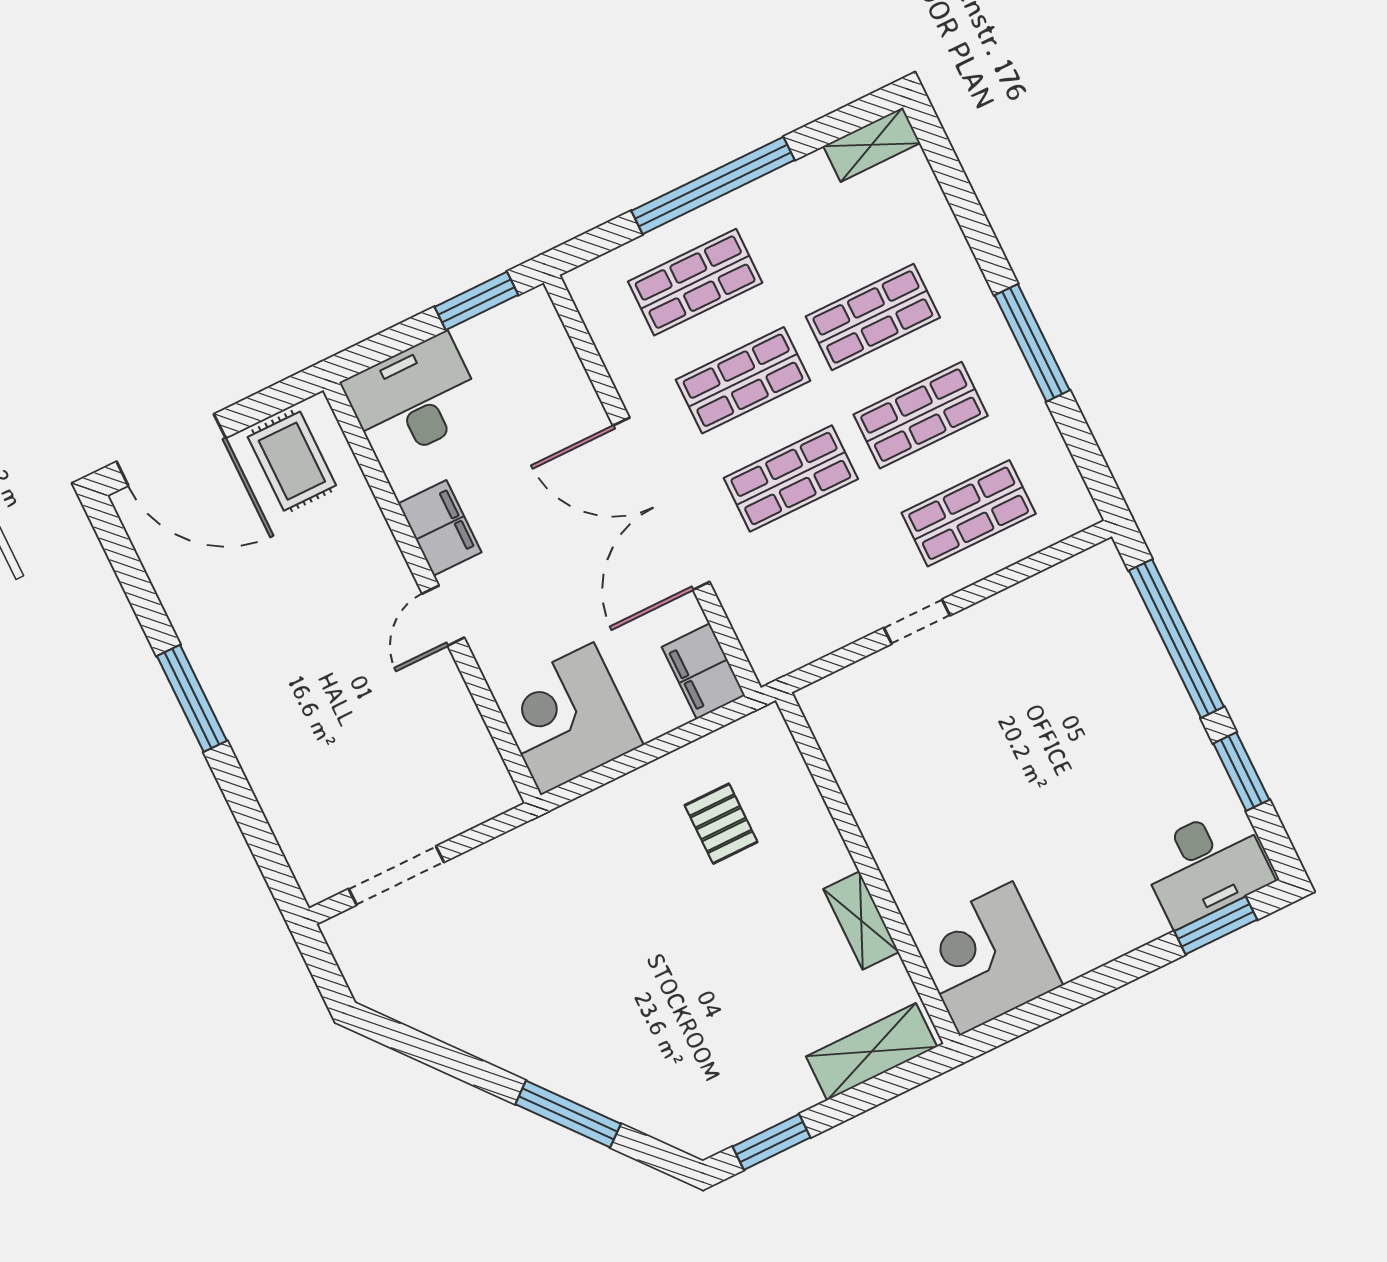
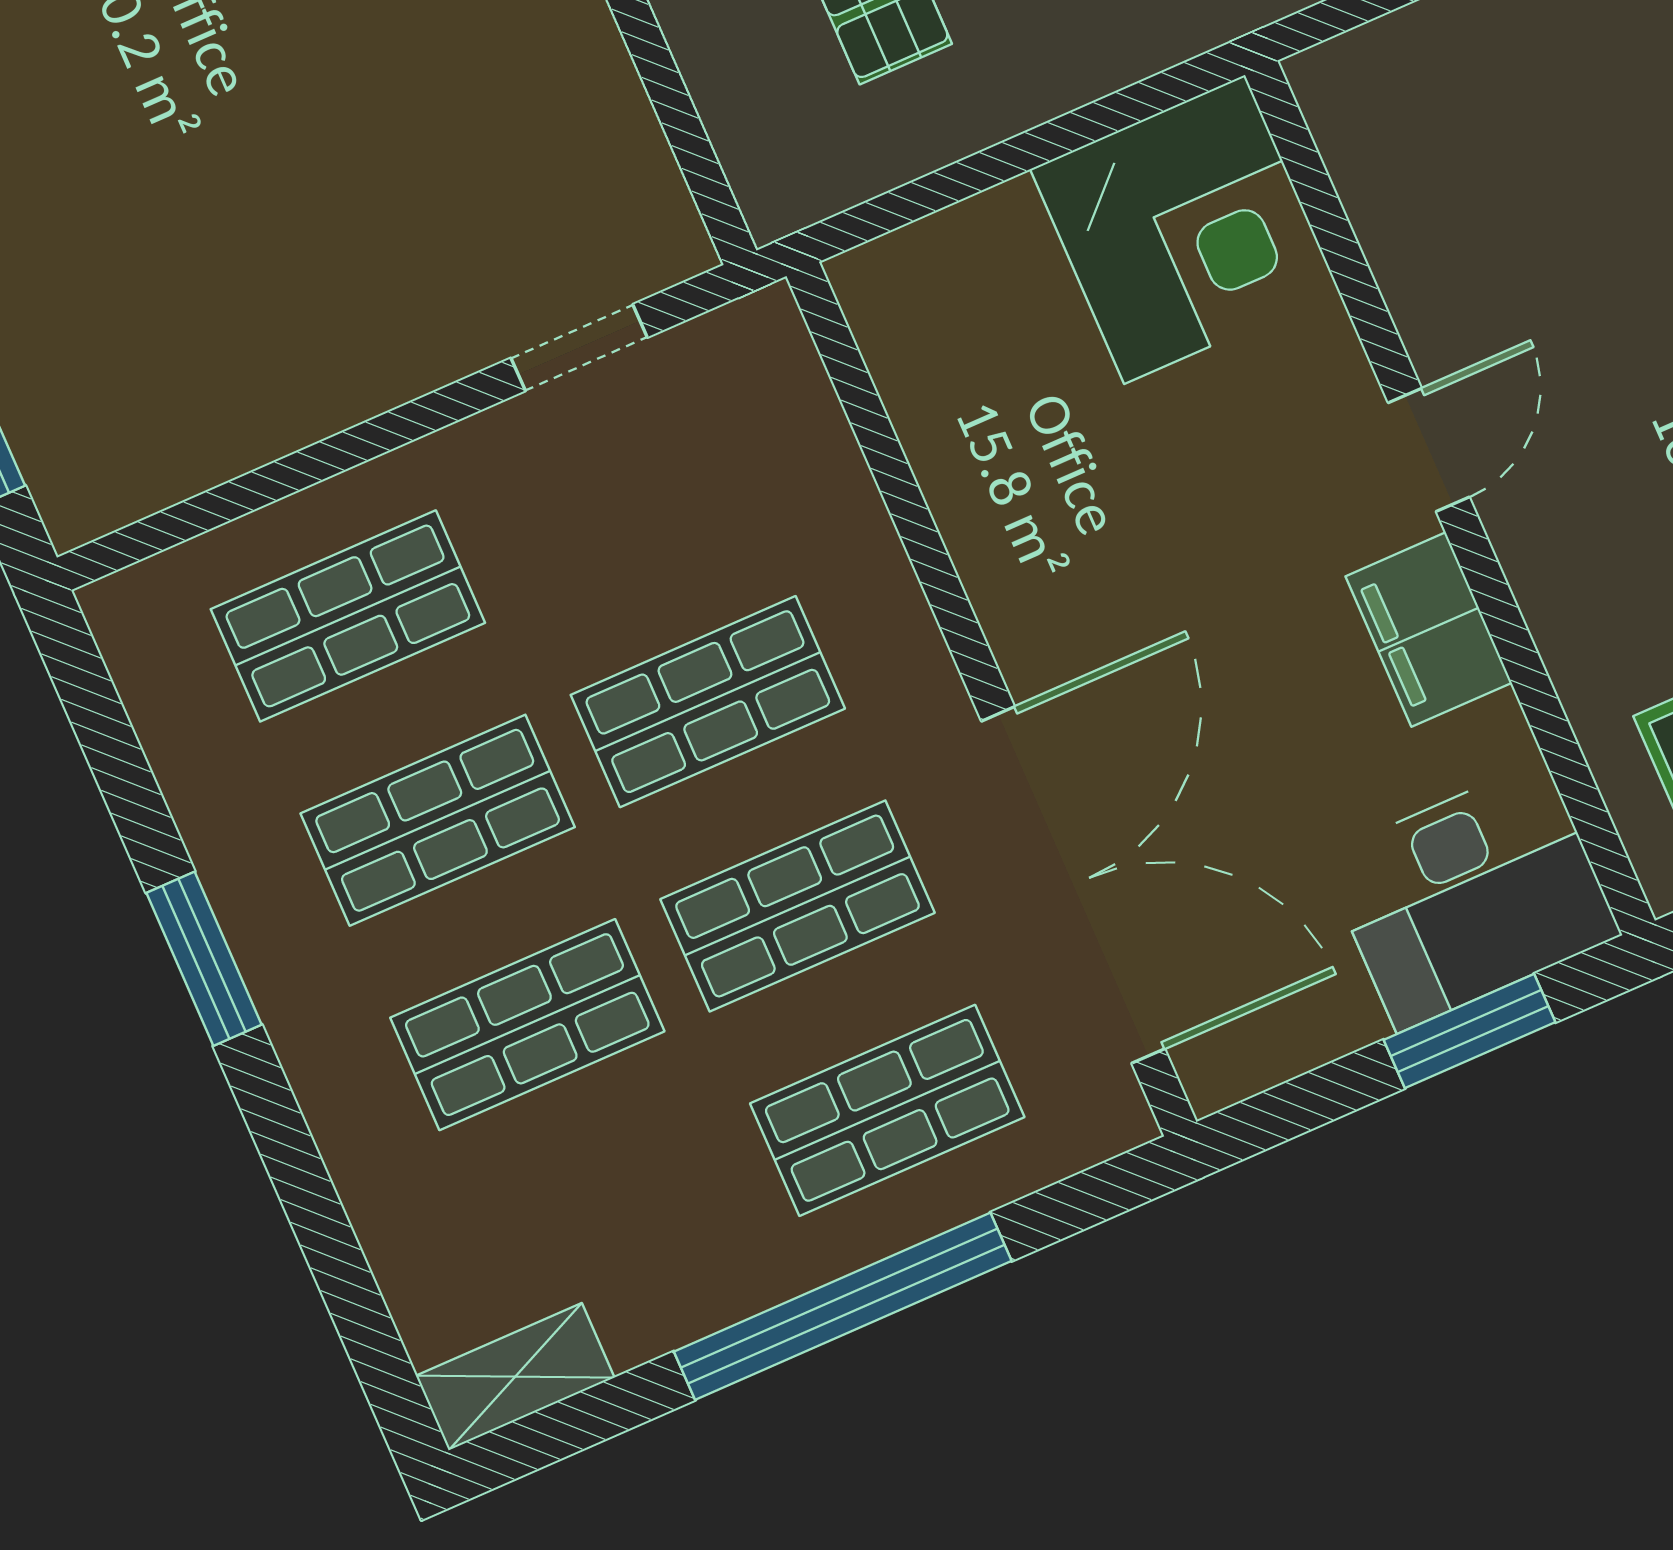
window: (476, 301) -> (1470, 1031), moved
window: (1032, 343) -> (204, 959), width x0.69
double door: (661, 504) -> (1073, 885), moved
doorway: (917, 622) -> (579, 348), moved
filing cabinet: (703, 671) -> (902, 315), removed

